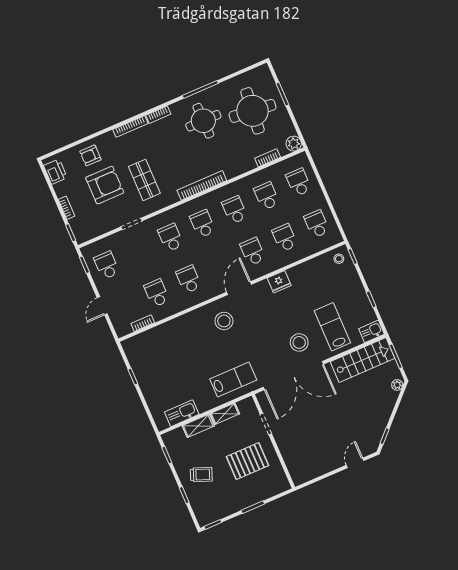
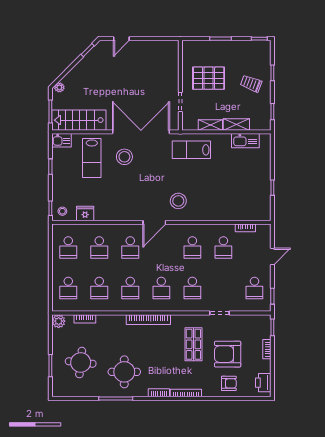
round table: (253, 111) -> (81, 363), width x0.73, depth x0.73
fridge: (279, 282) -> (85, 214), moved

